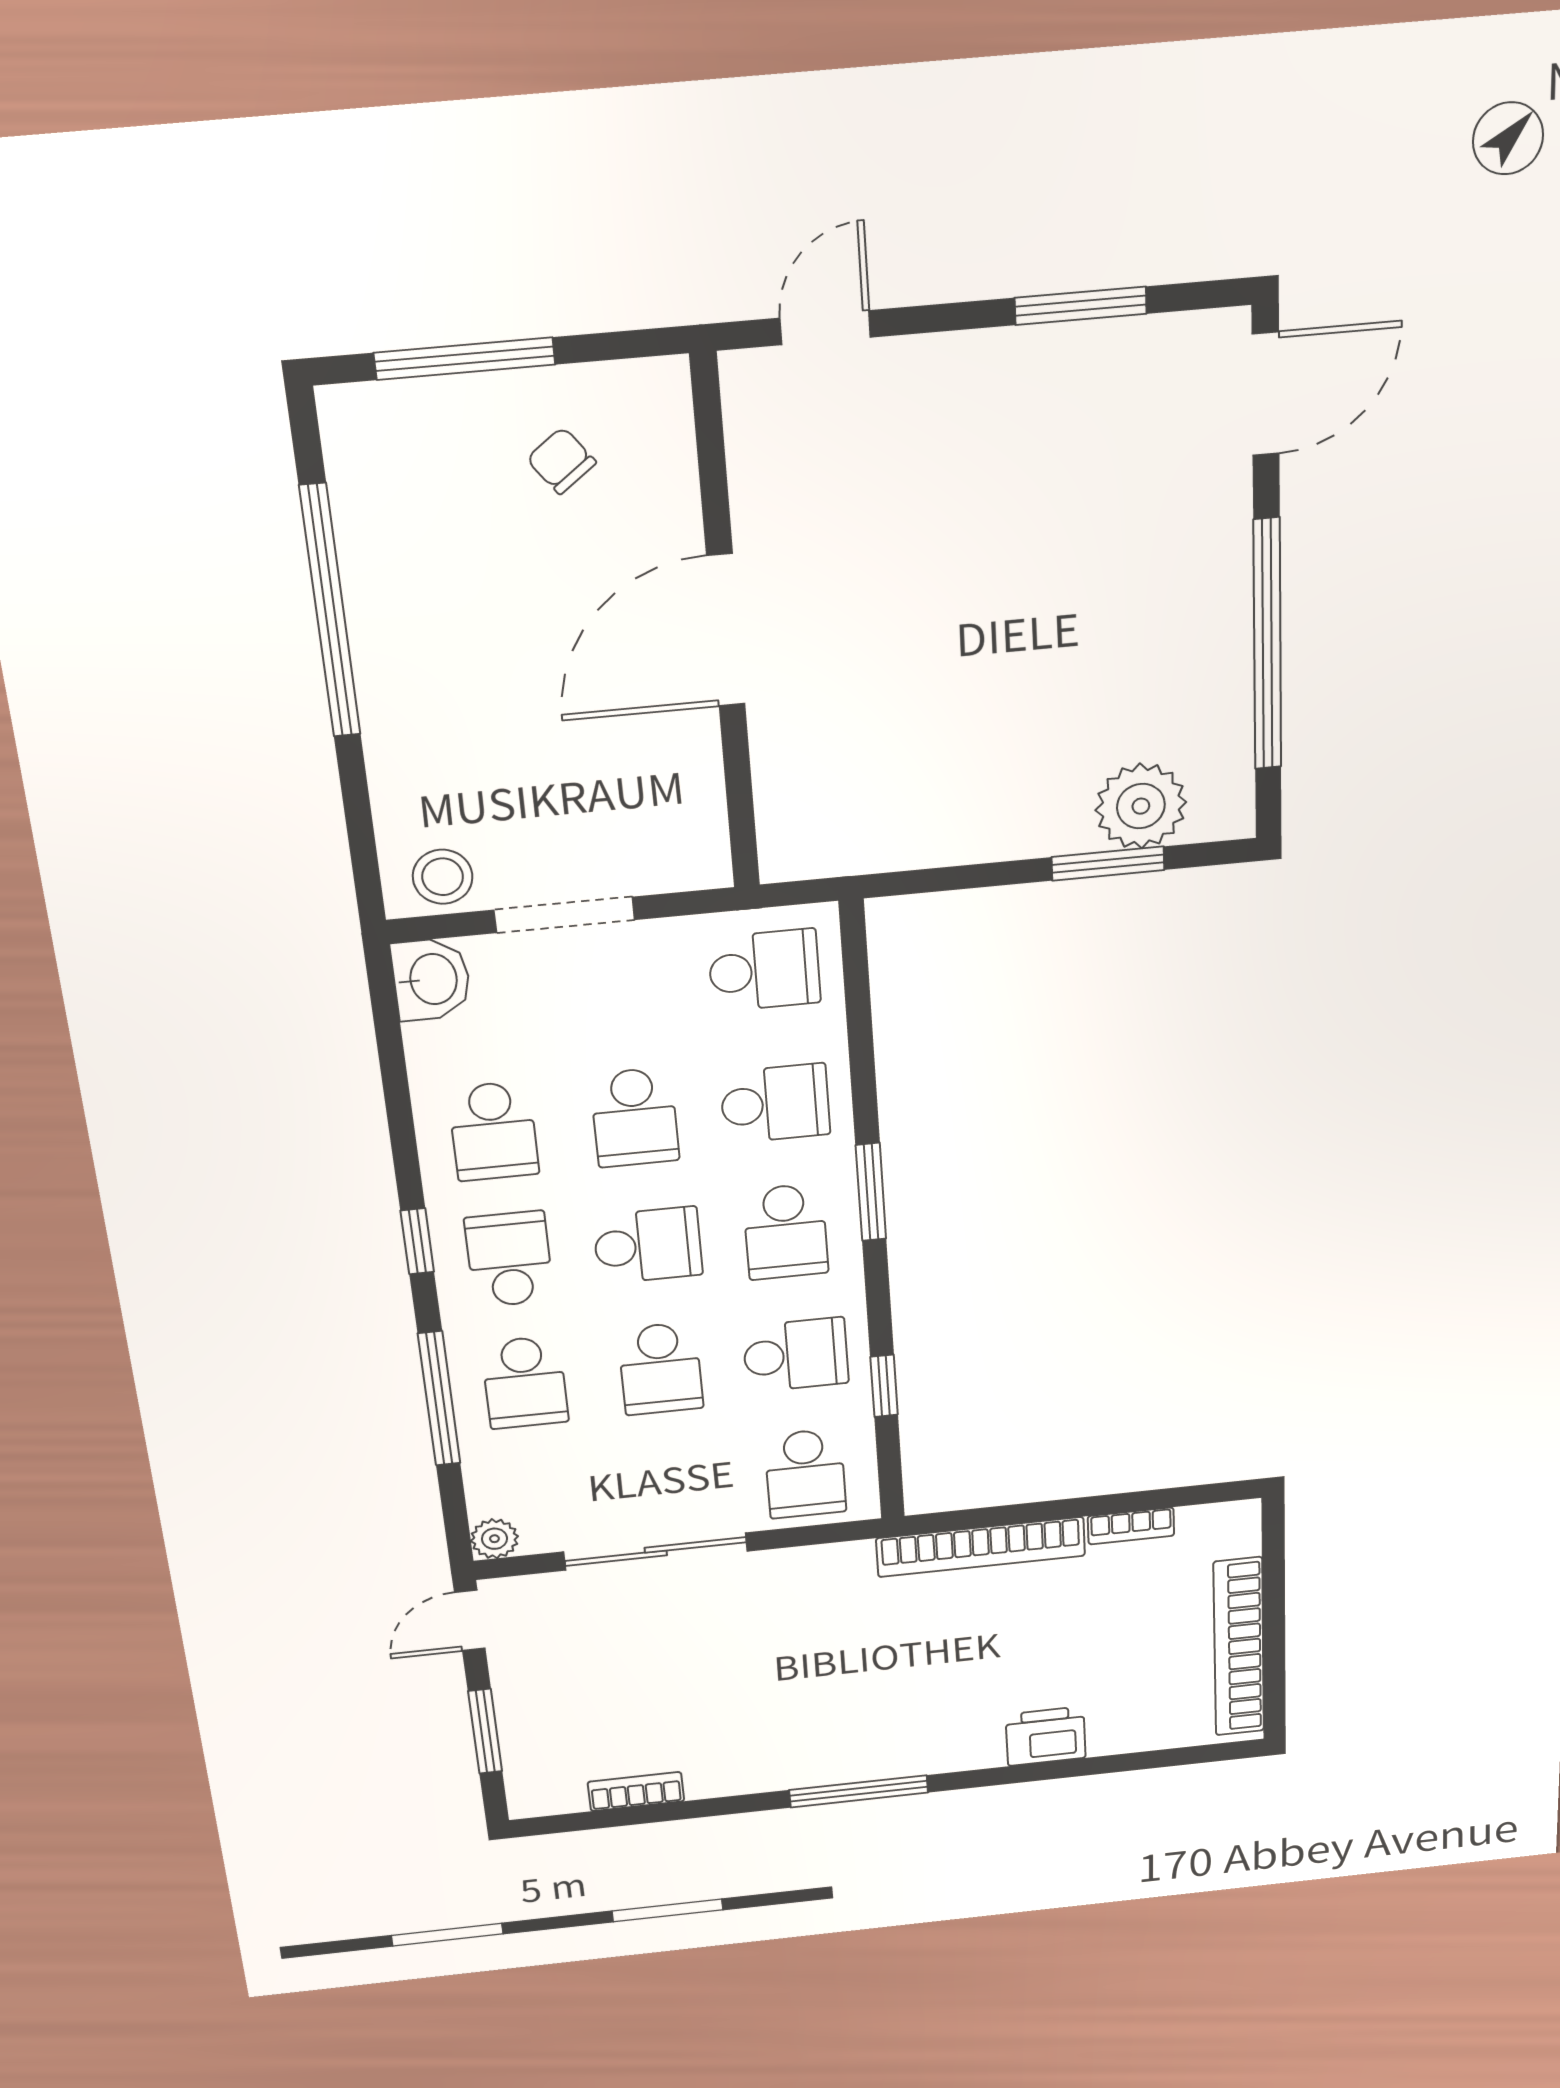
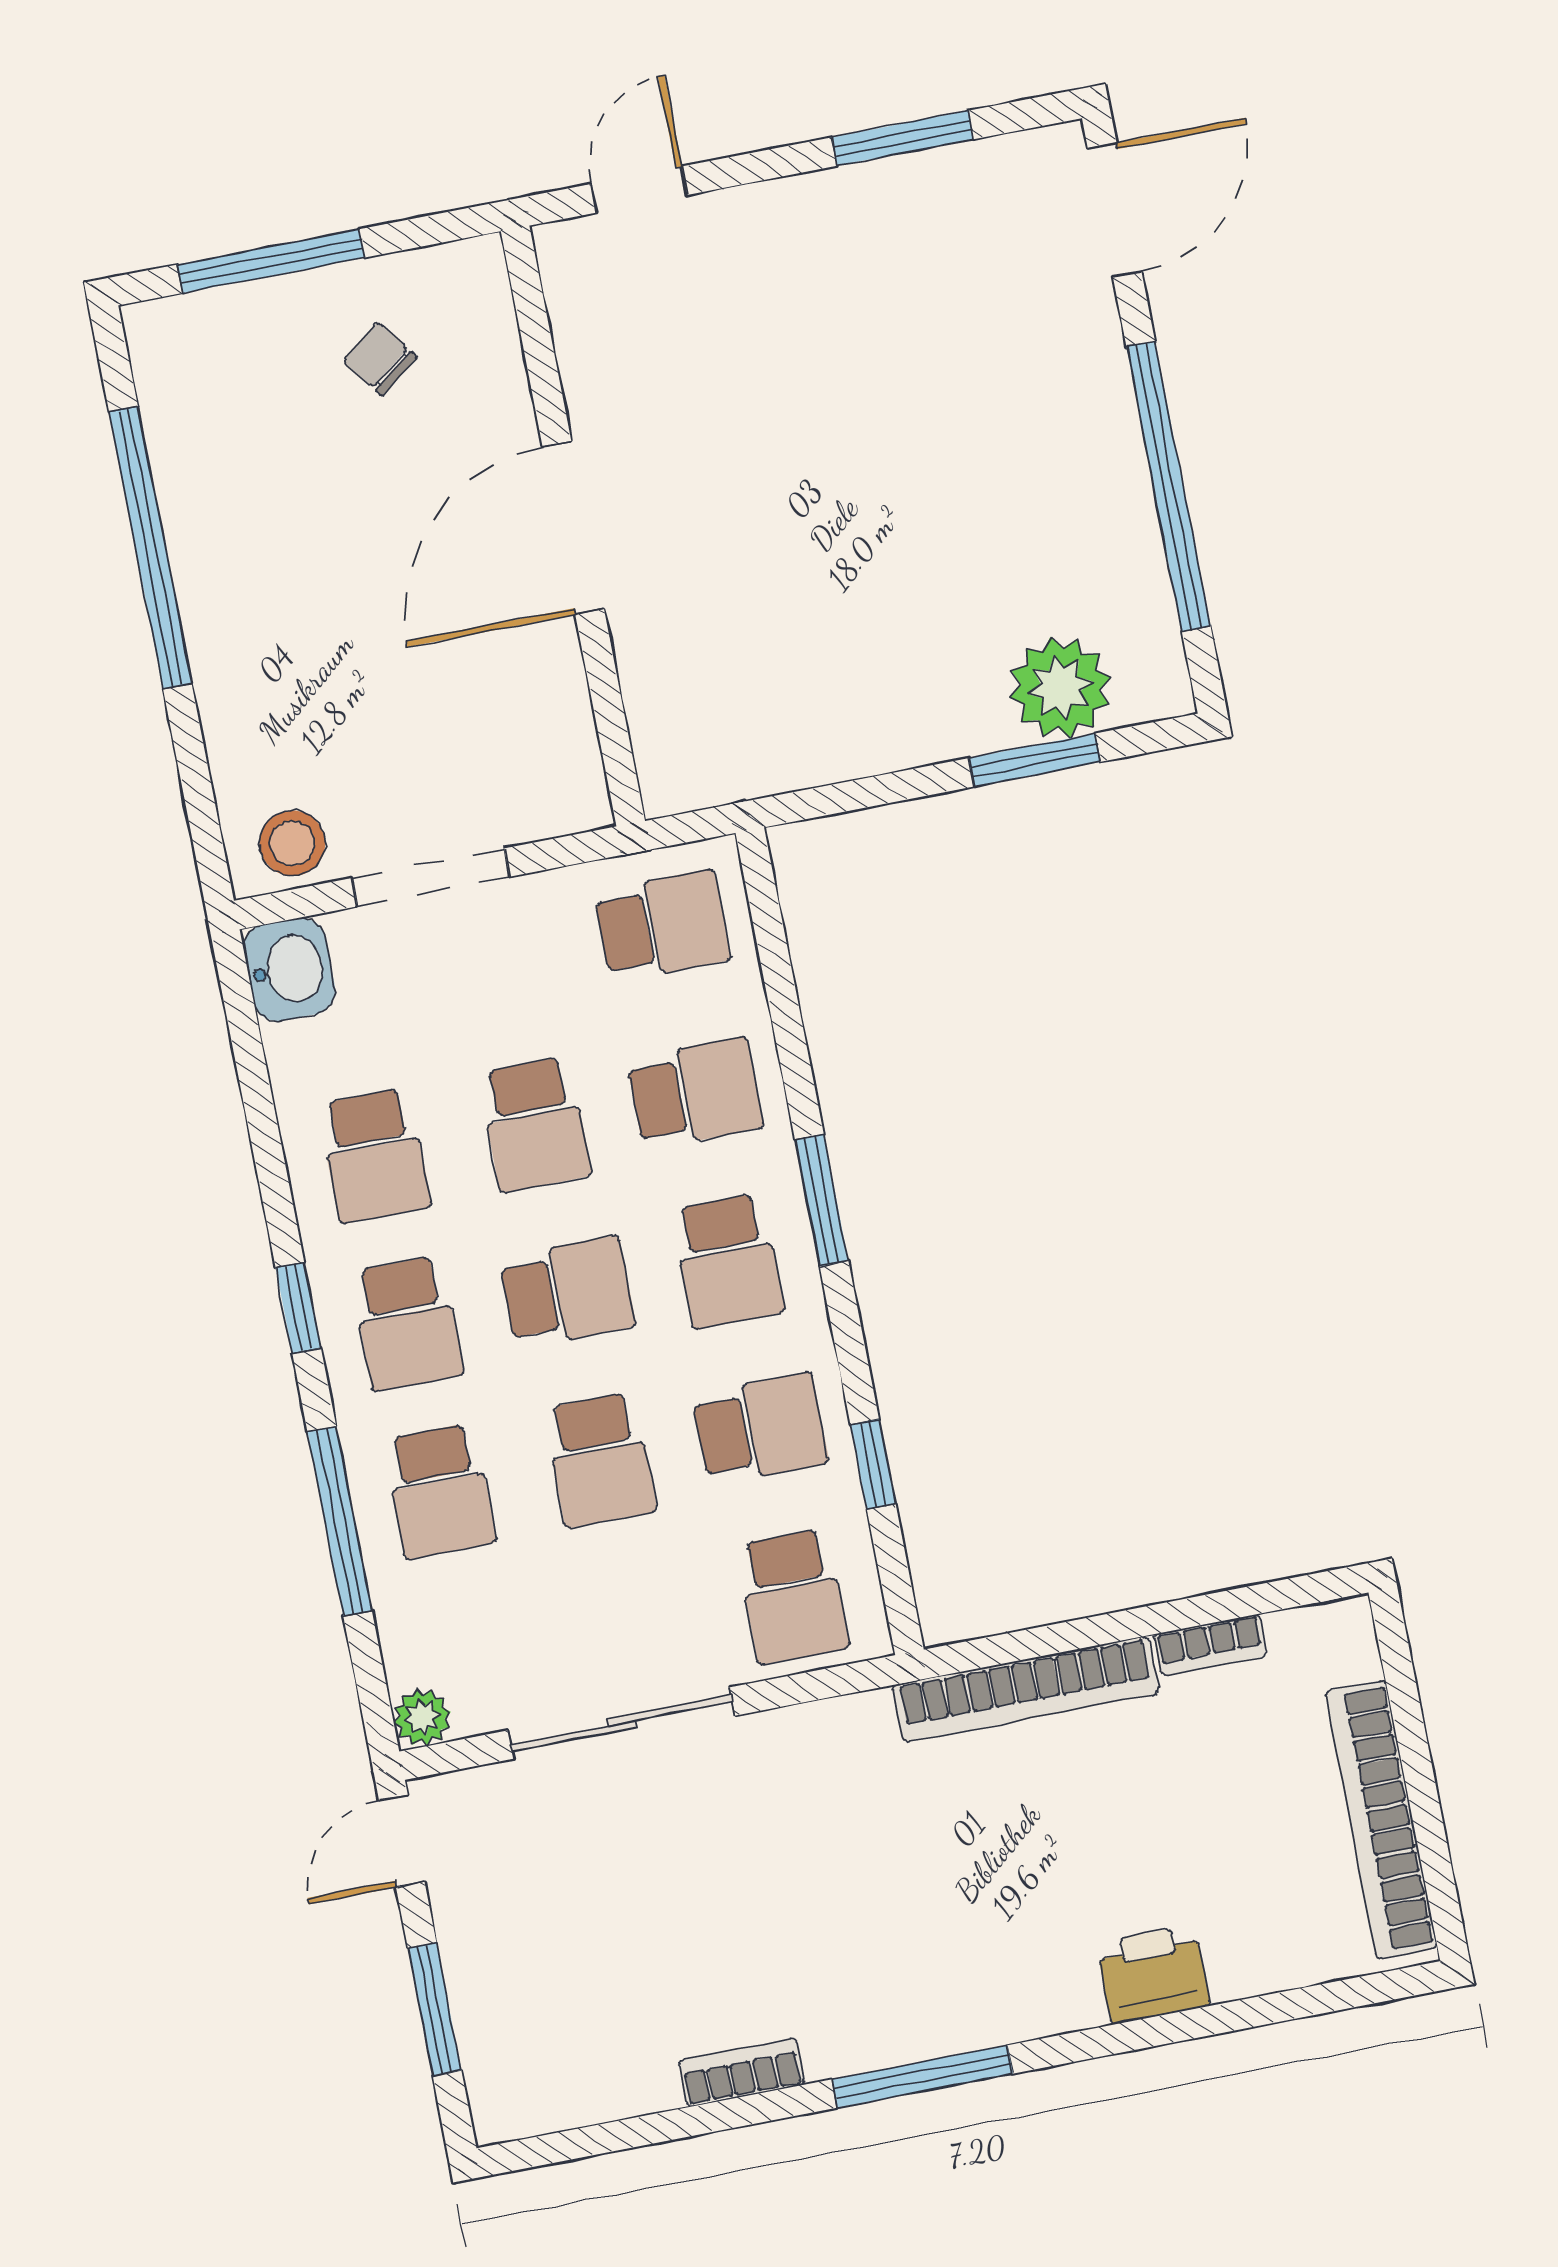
school desk: (509, 1259) -> (407, 1323), turned 180
bookcase: (636, 1792) -> (742, 2072), moved

